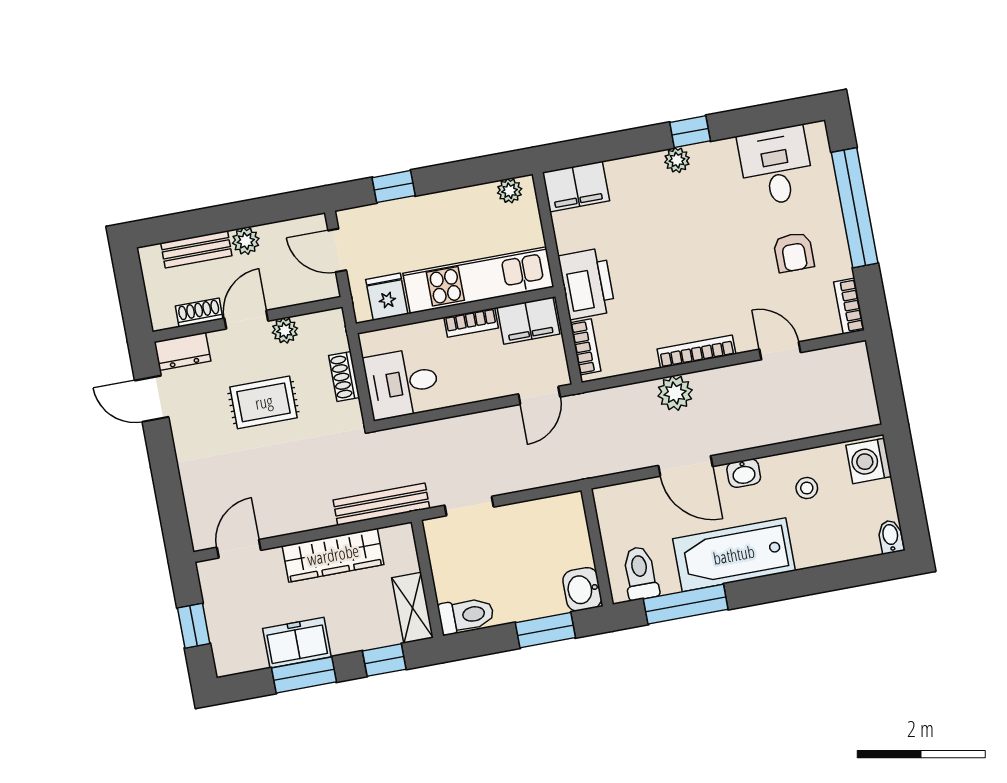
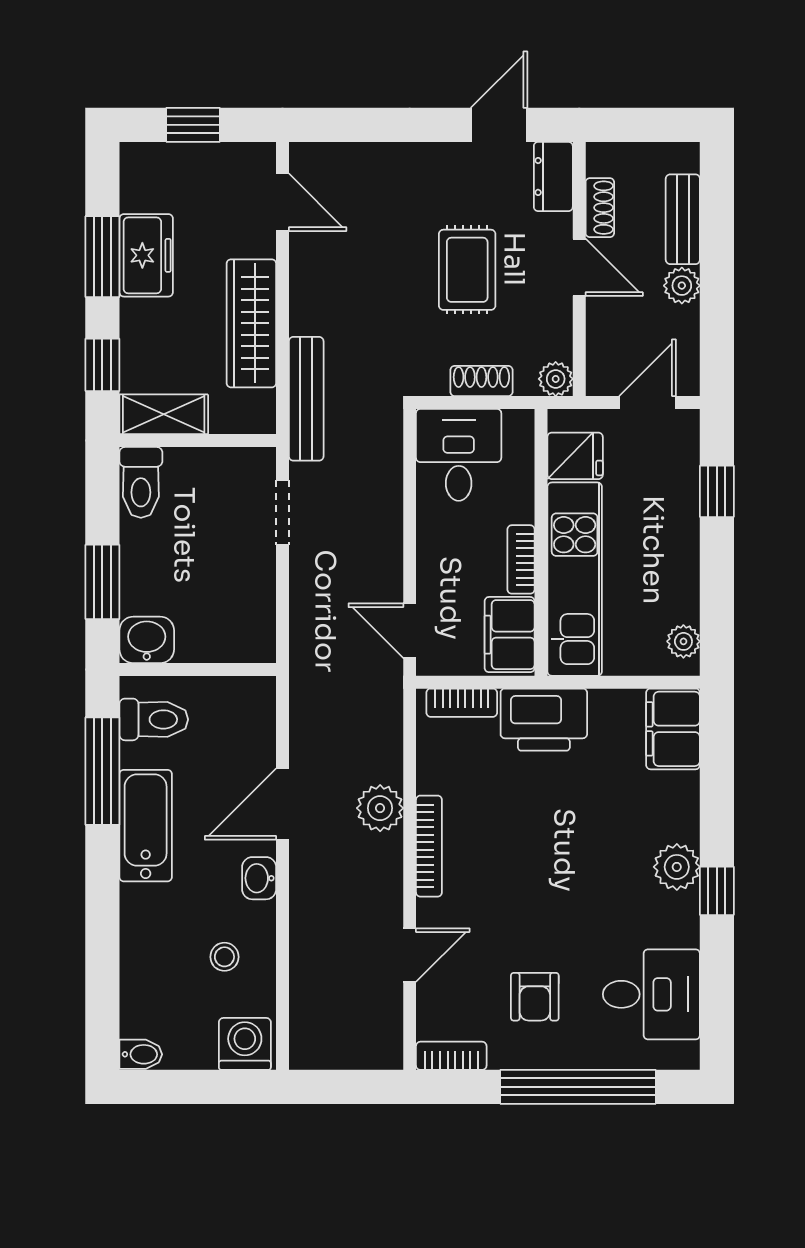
plant: (677, 160) -> (677, 867), width x1.38, depth x1.38
armchair: (794, 252) -> (535, 997), turned -90
plant: (285, 330) -> (556, 379), moved
bathtub: (734, 555) -> (146, 826), width x0.73, depth x0.73

